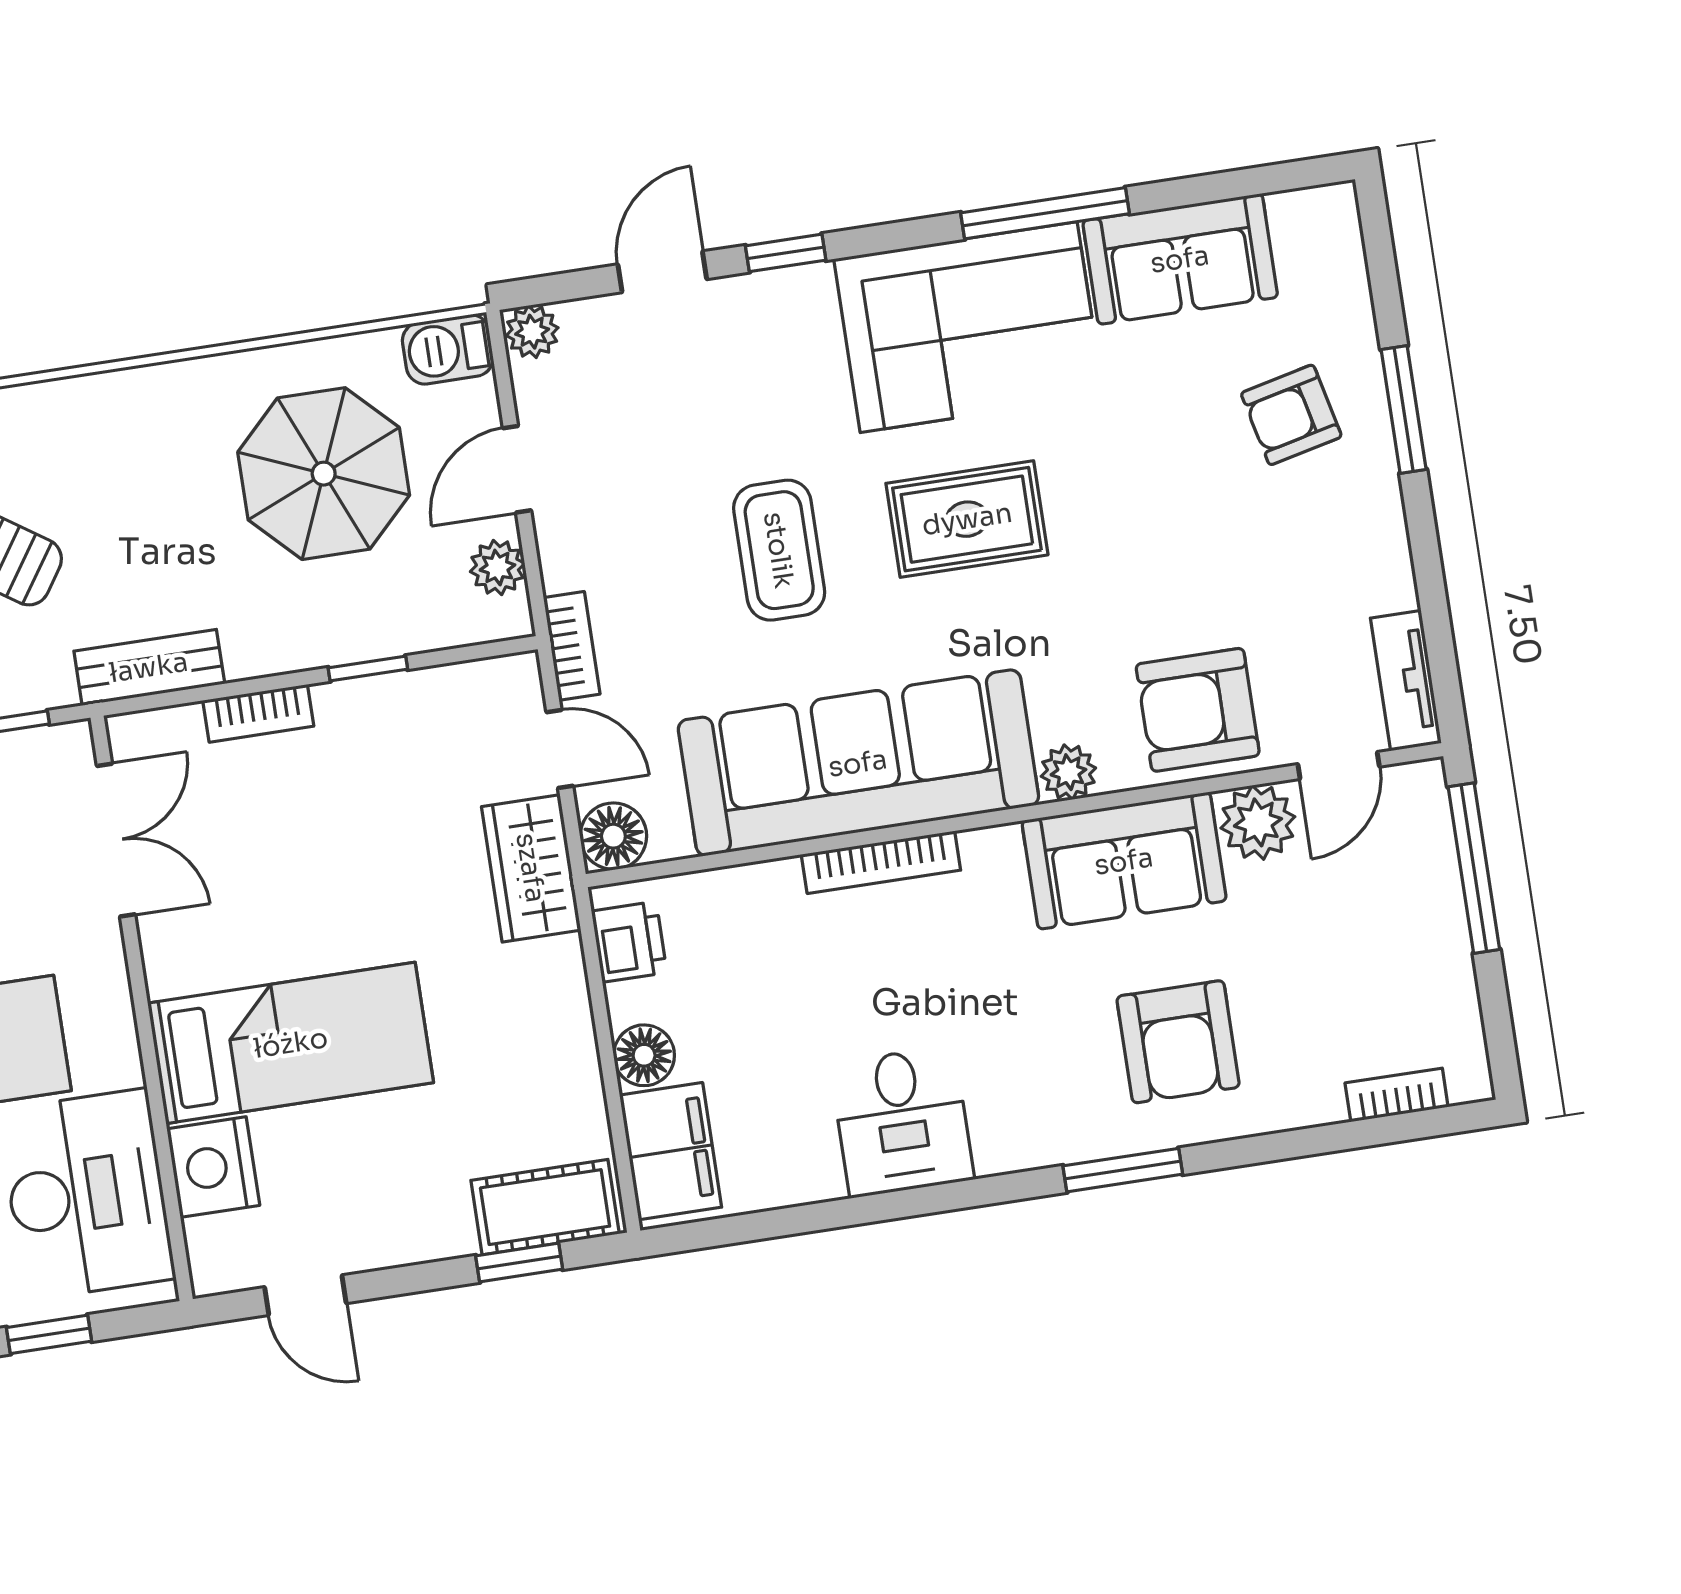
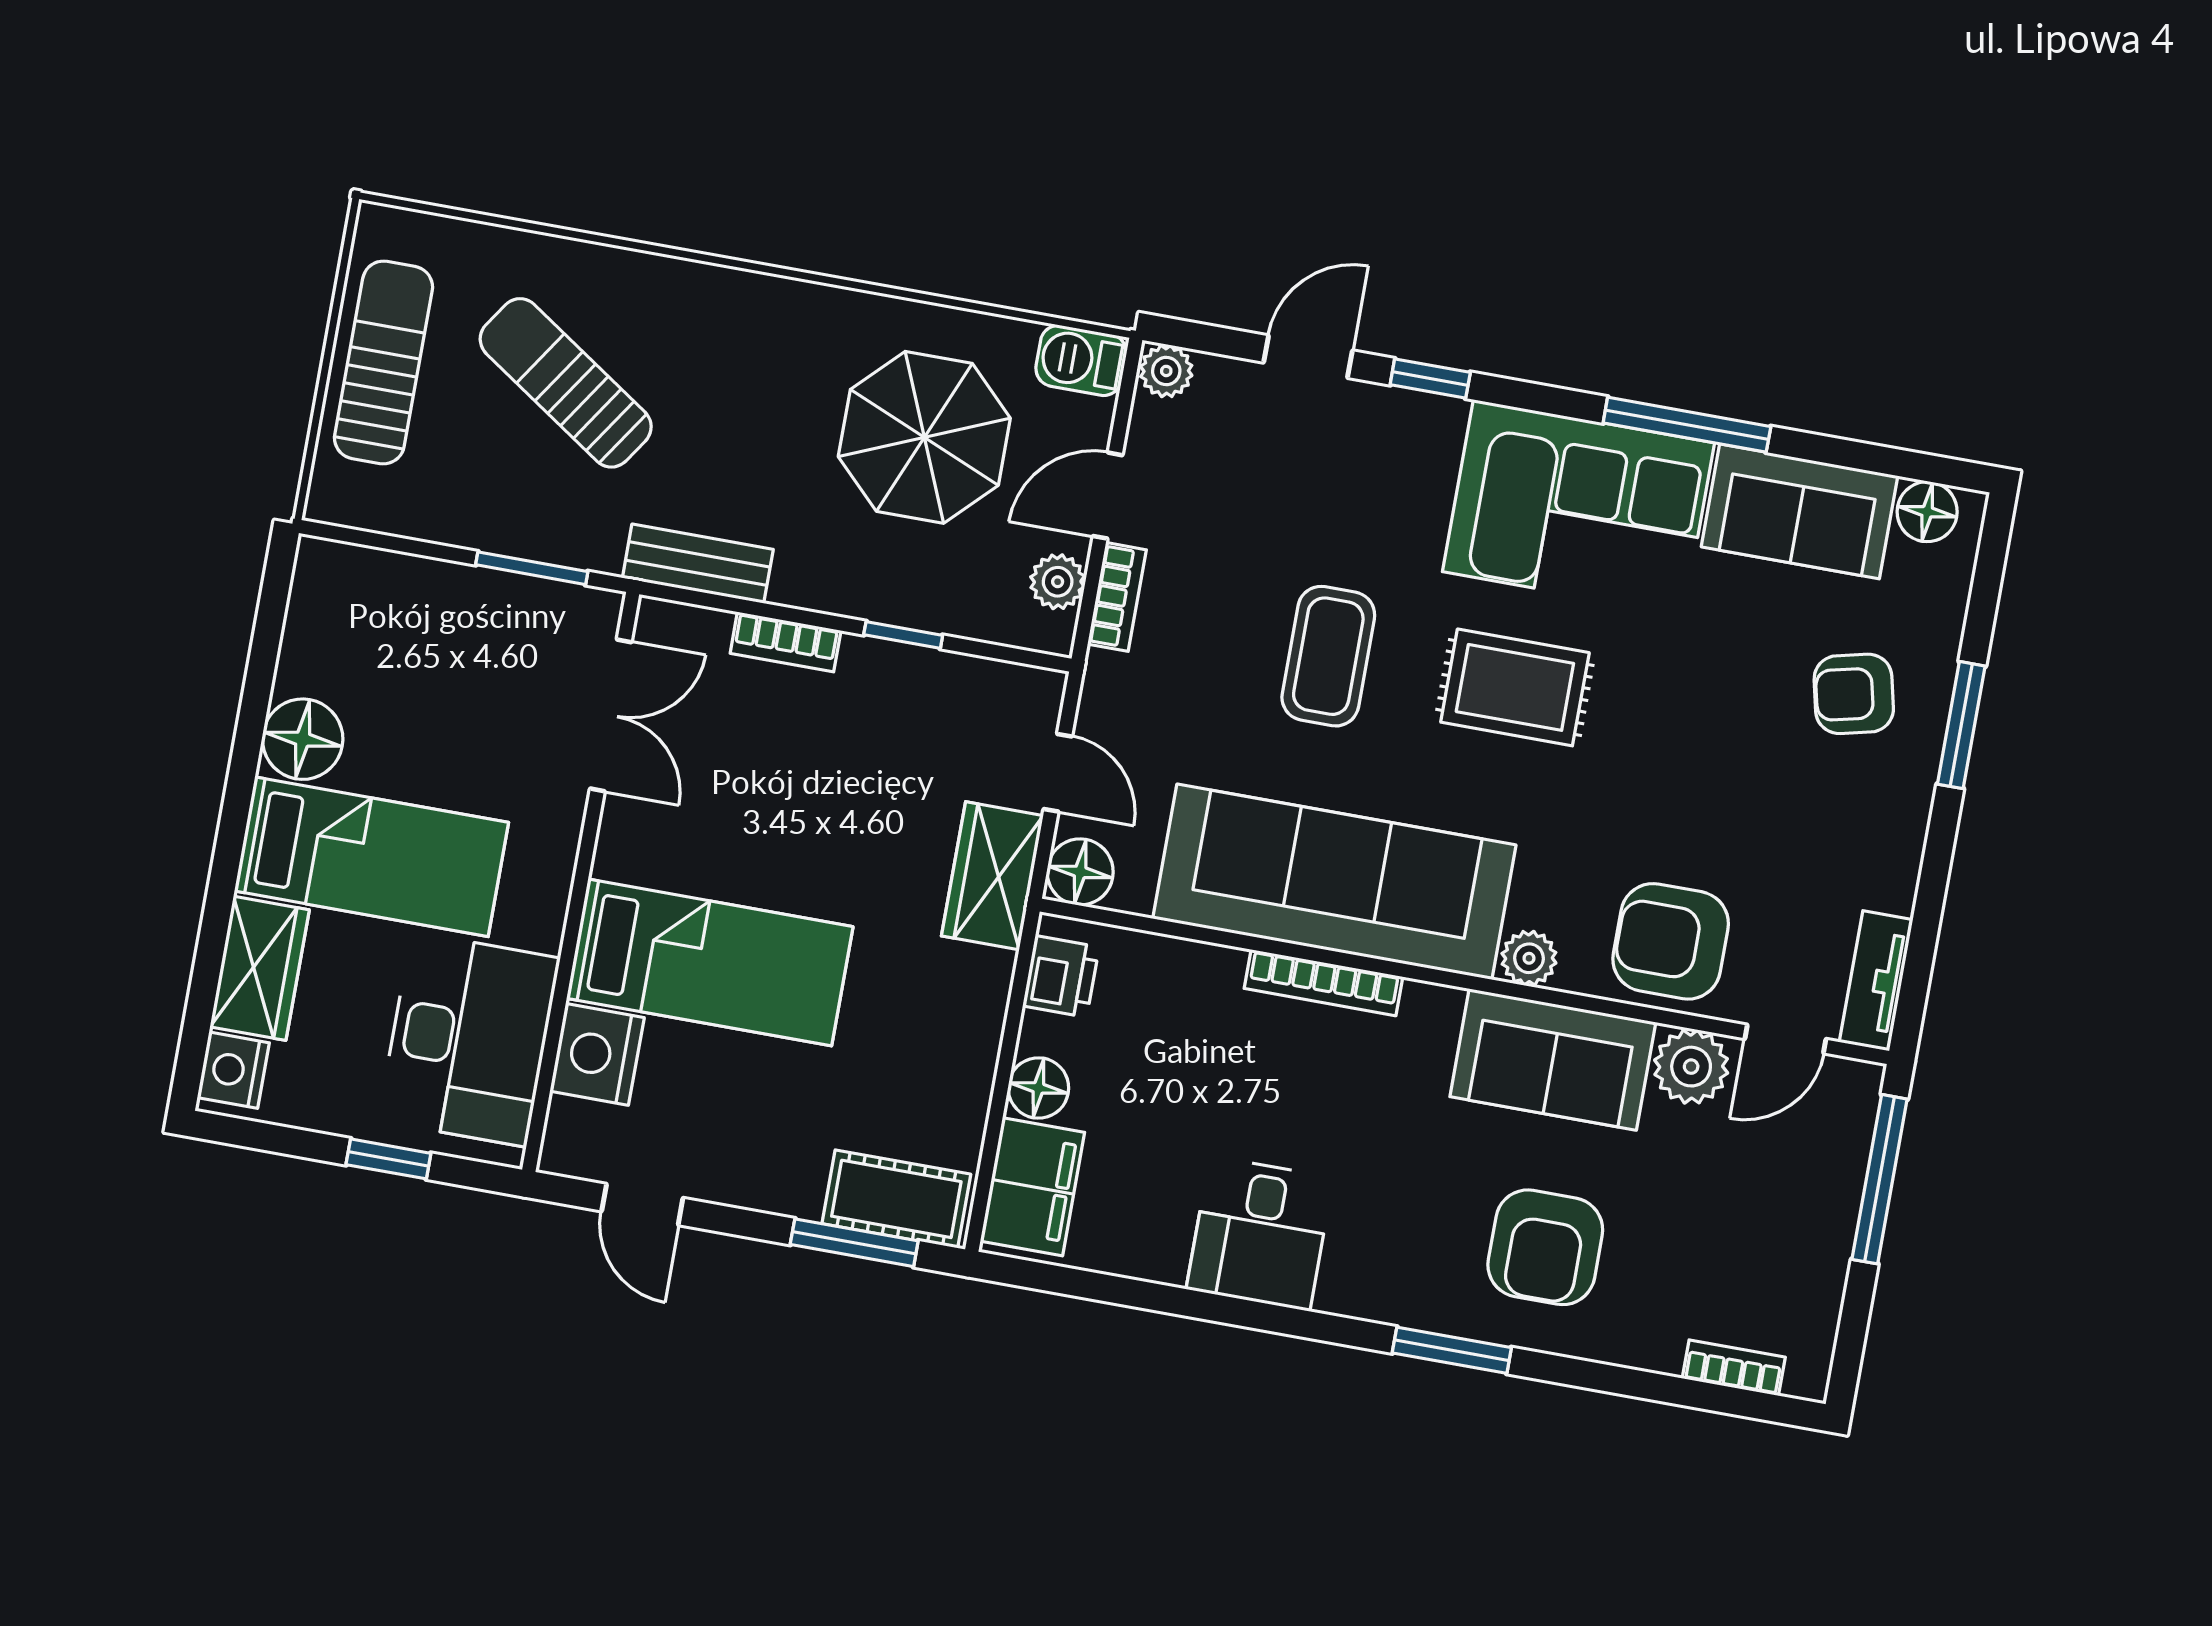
floor lamp: (1302, 218) -> (1927, 512), added
bookcase: (572, 646) -> (1117, 597), moved
window: (519, 1262) -> (854, 1243), width x1.50

